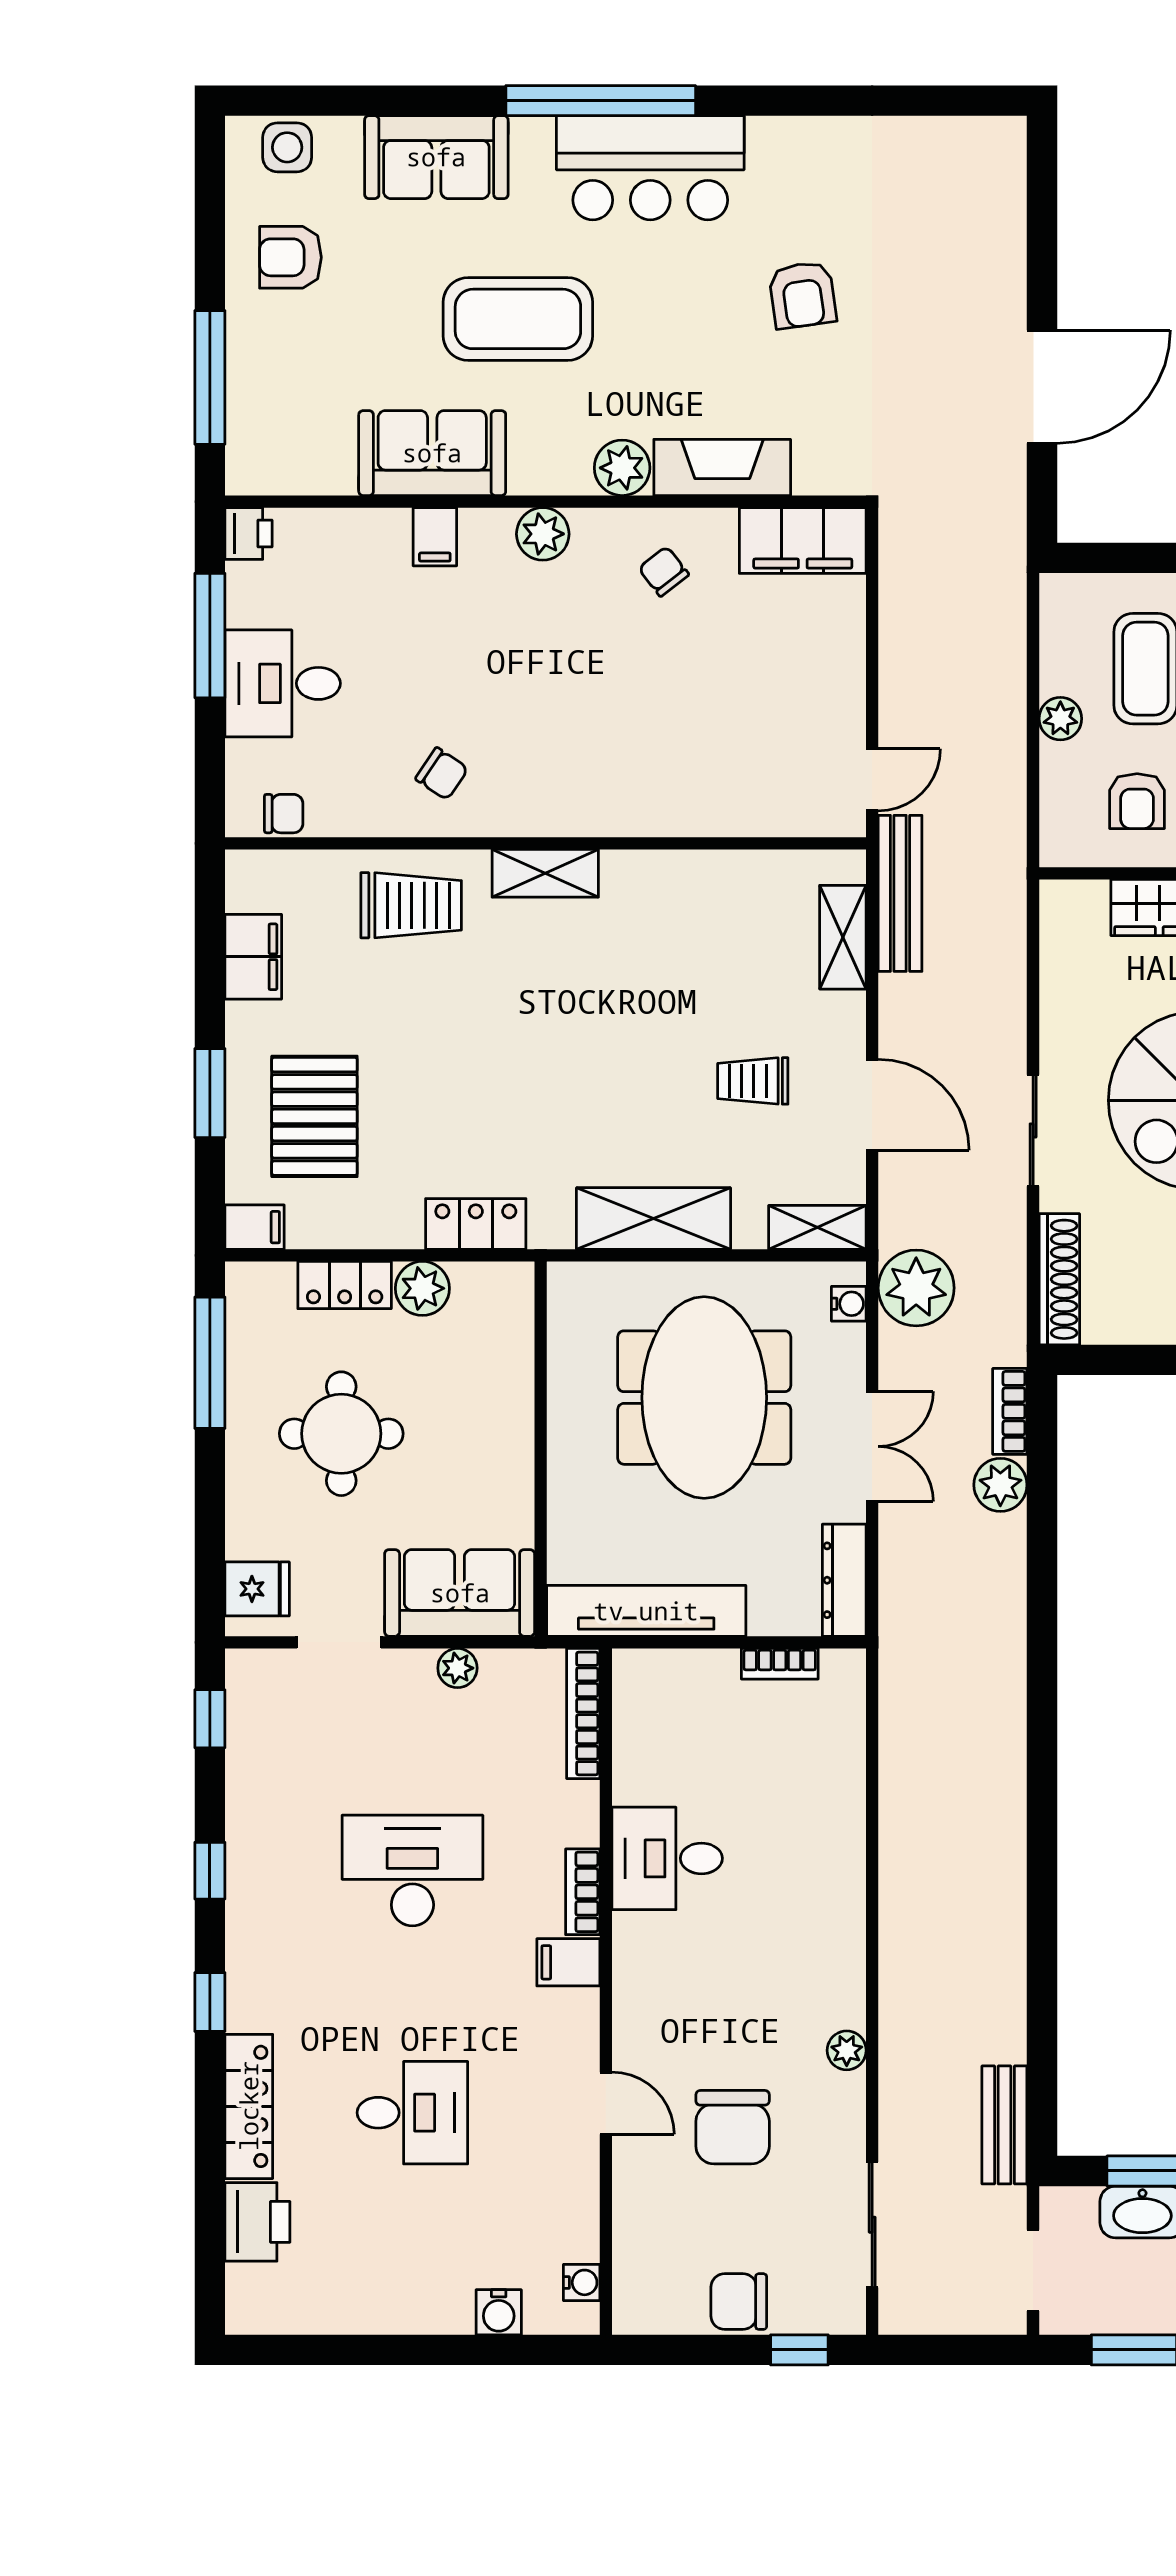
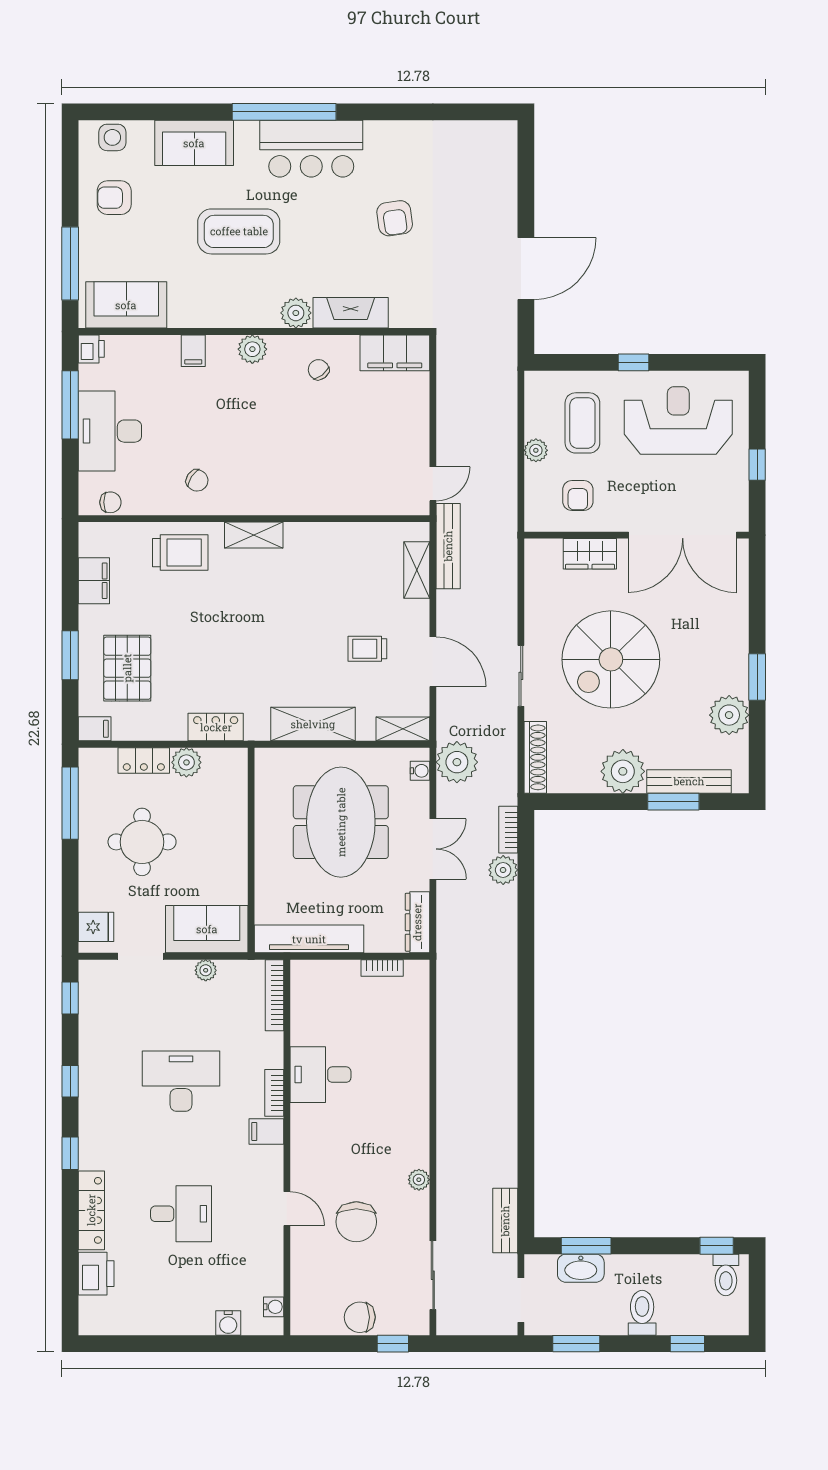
sofa: (432, 453) -> (126, 305), moved
desk: (283, 683) -> (110, 431), width x1.37

